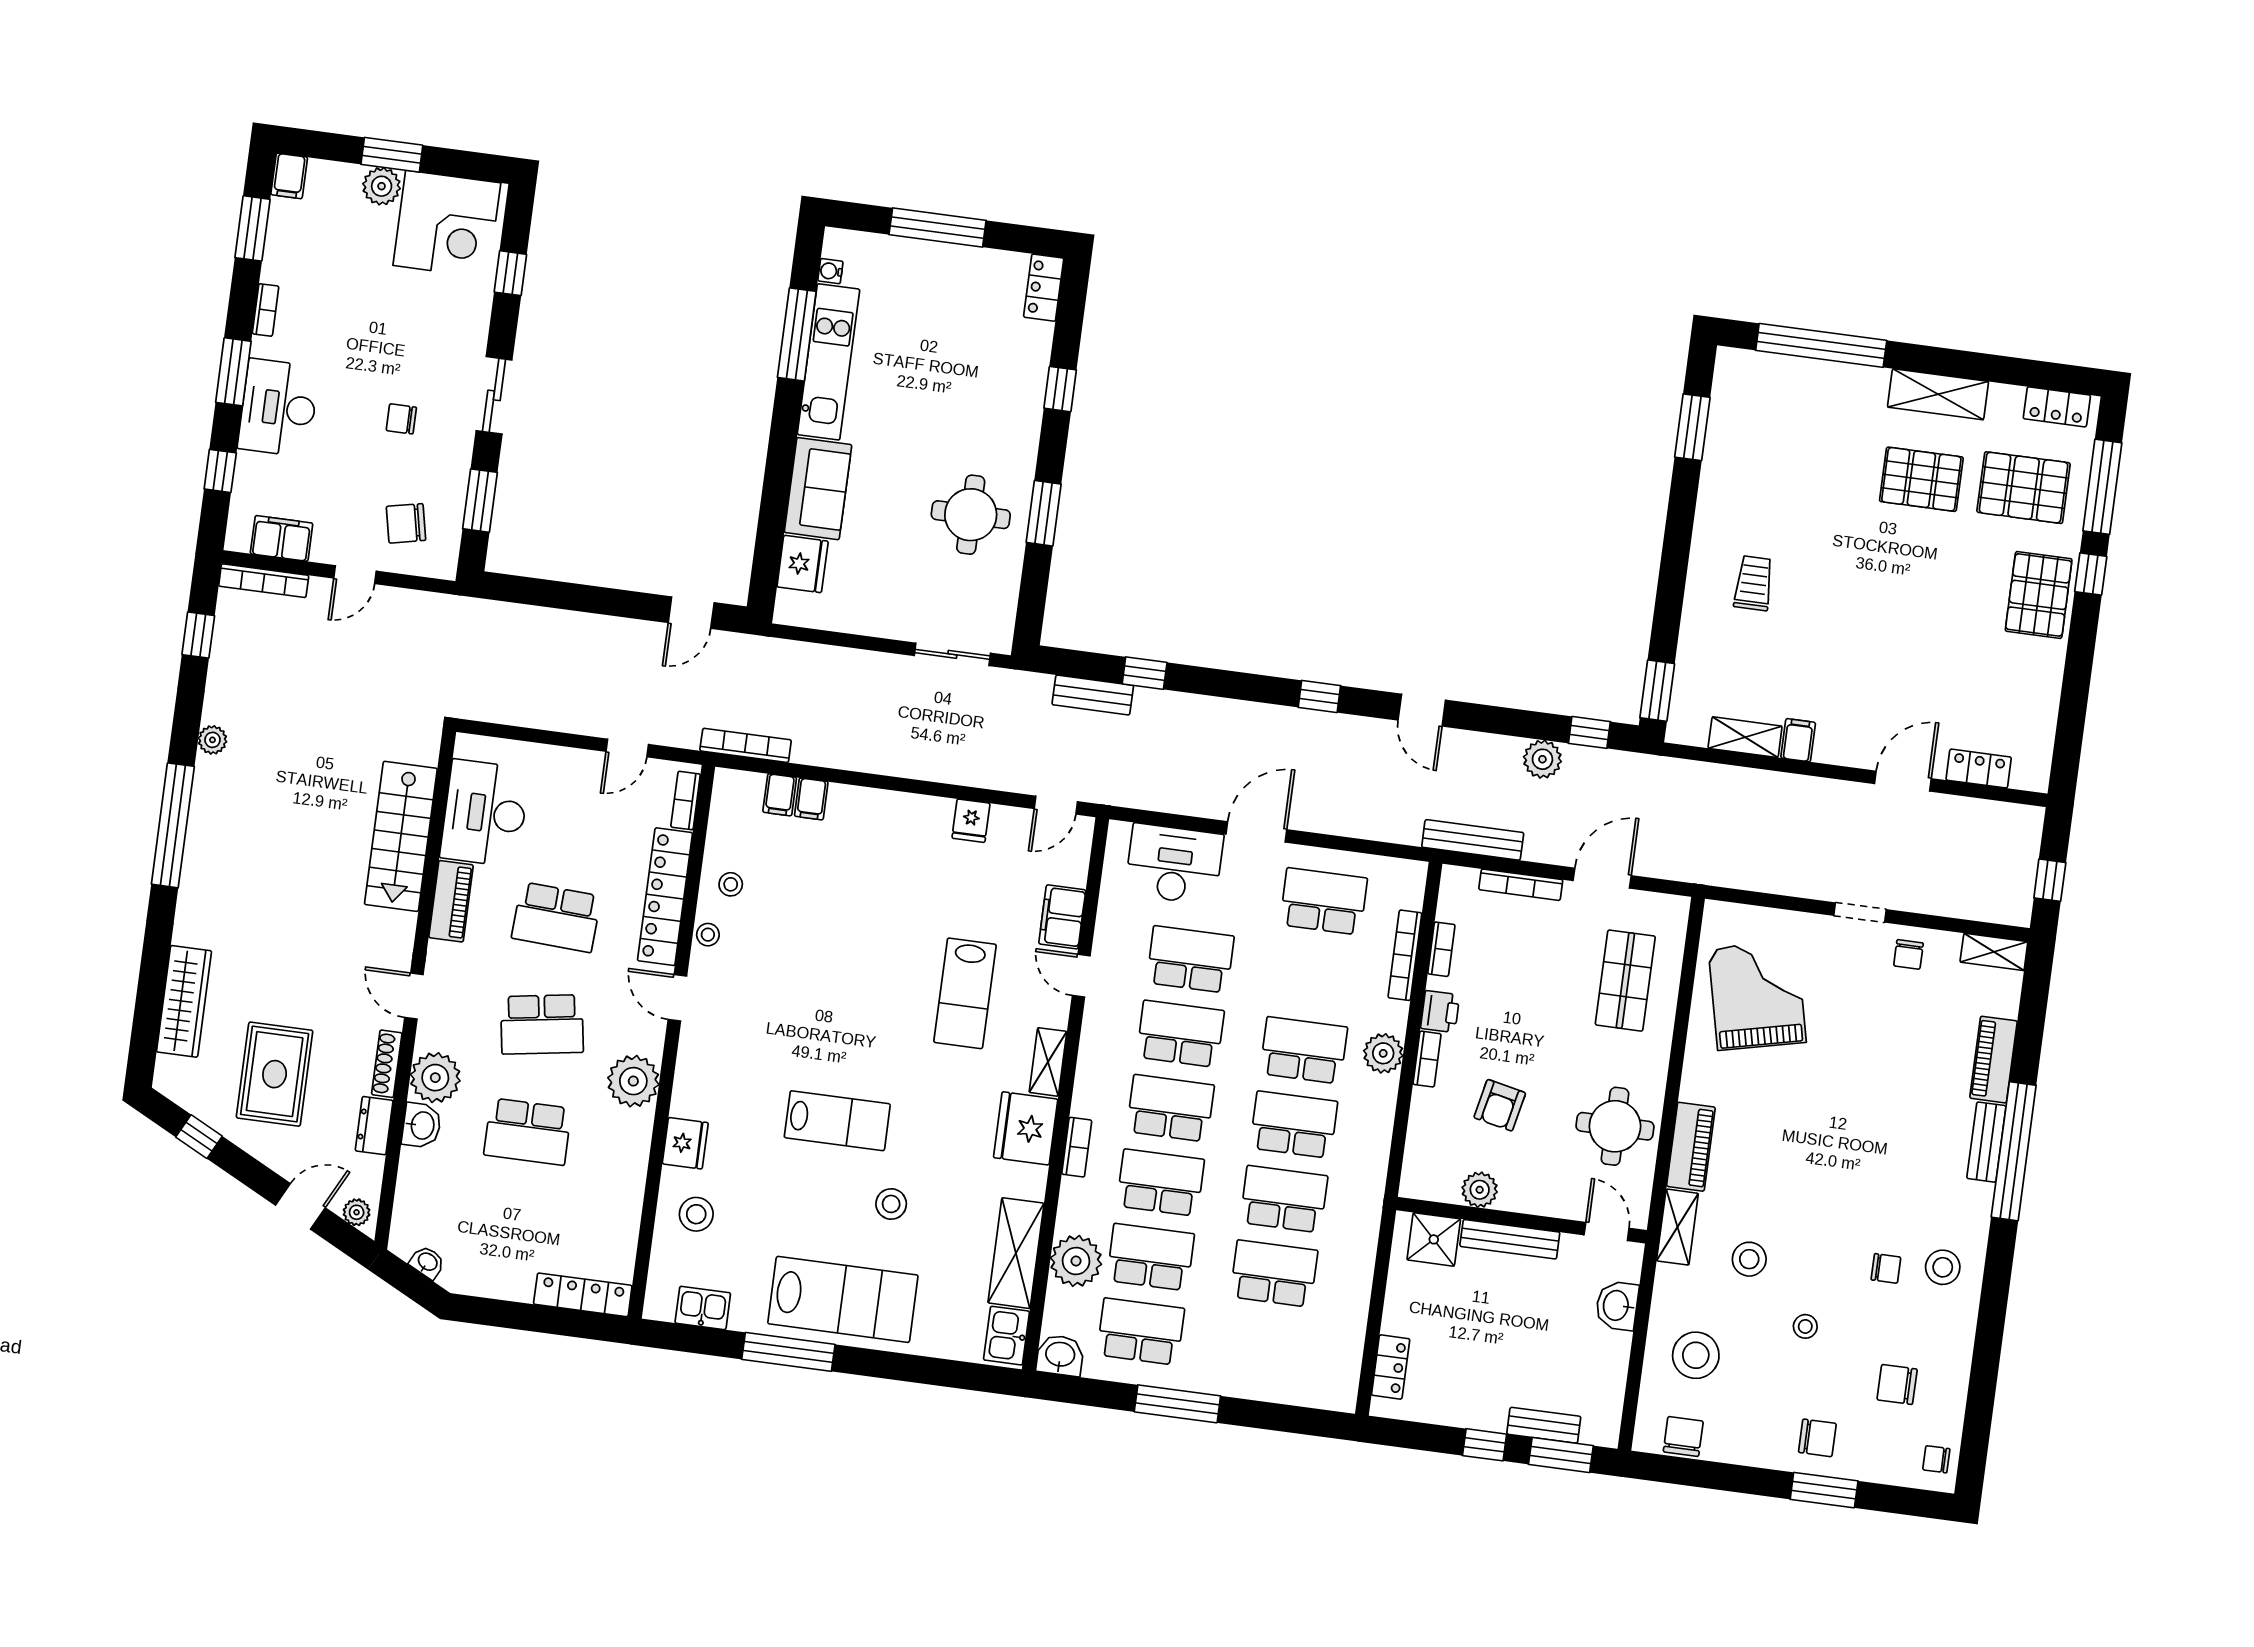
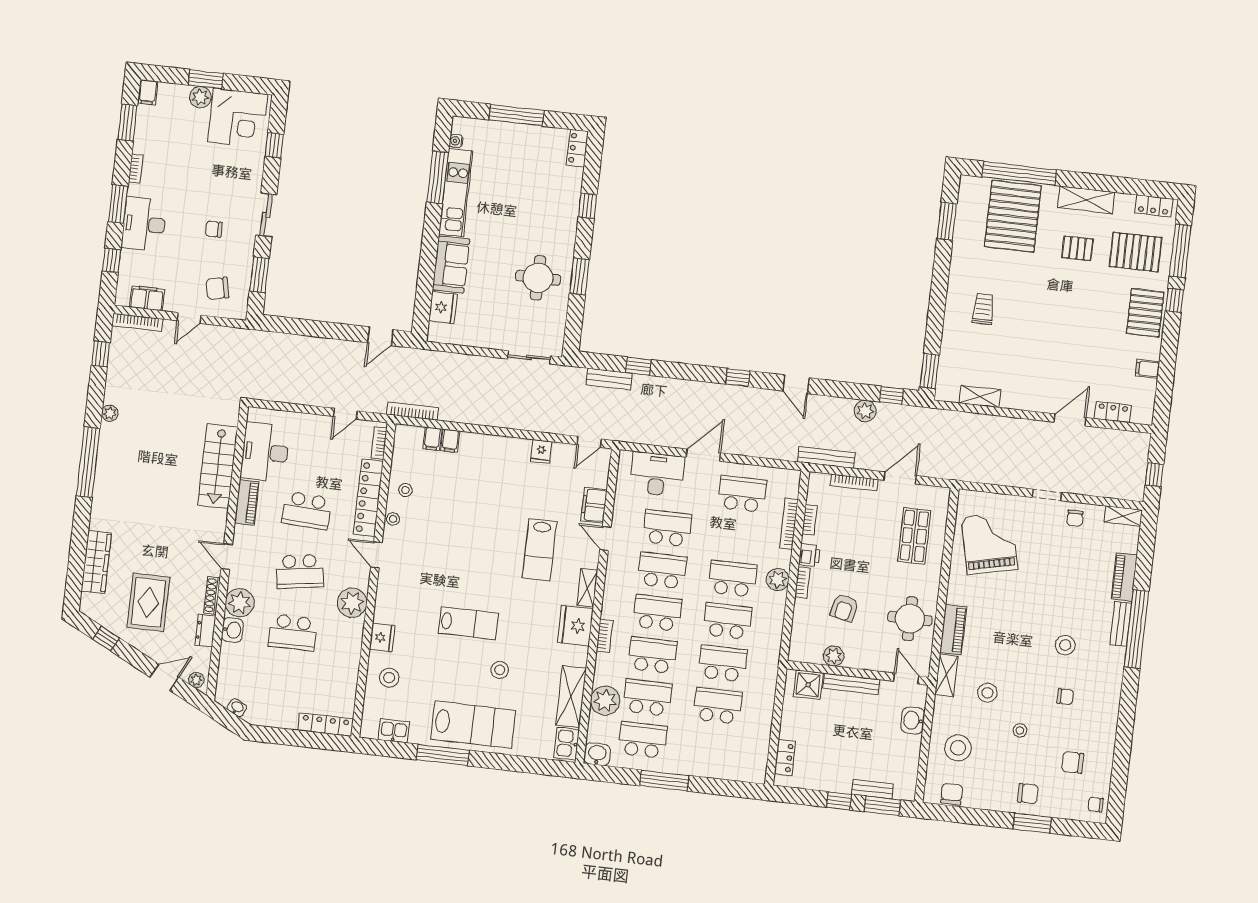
pallet: (1809, 421) -> (1013, 216), added
pallet: (1921, 479) -> (1077, 248), width x0.67, depth x0.71
filing cabinet: (1798, 740) -> (1147, 369), moved, turned -90
stool: (1943, 1267) -> (1065, 645), moved

